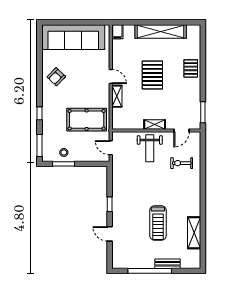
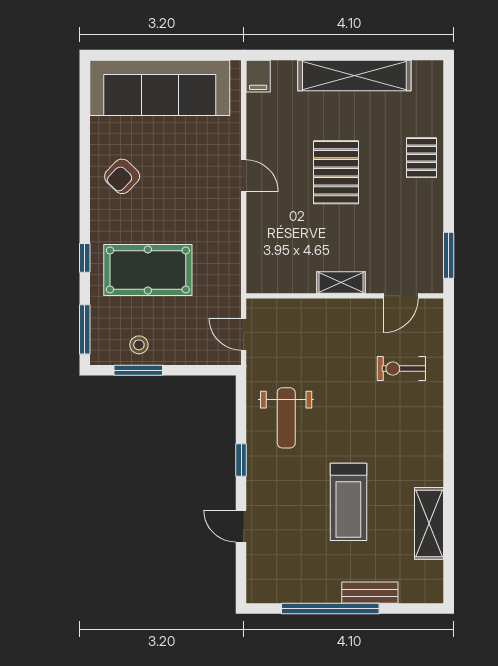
shelving: (117, 96) -> (257, 219), removed
pool table: (87, 120) -> (148, 270), moved
weight bench: (150, 148) -> (286, 418), moved

